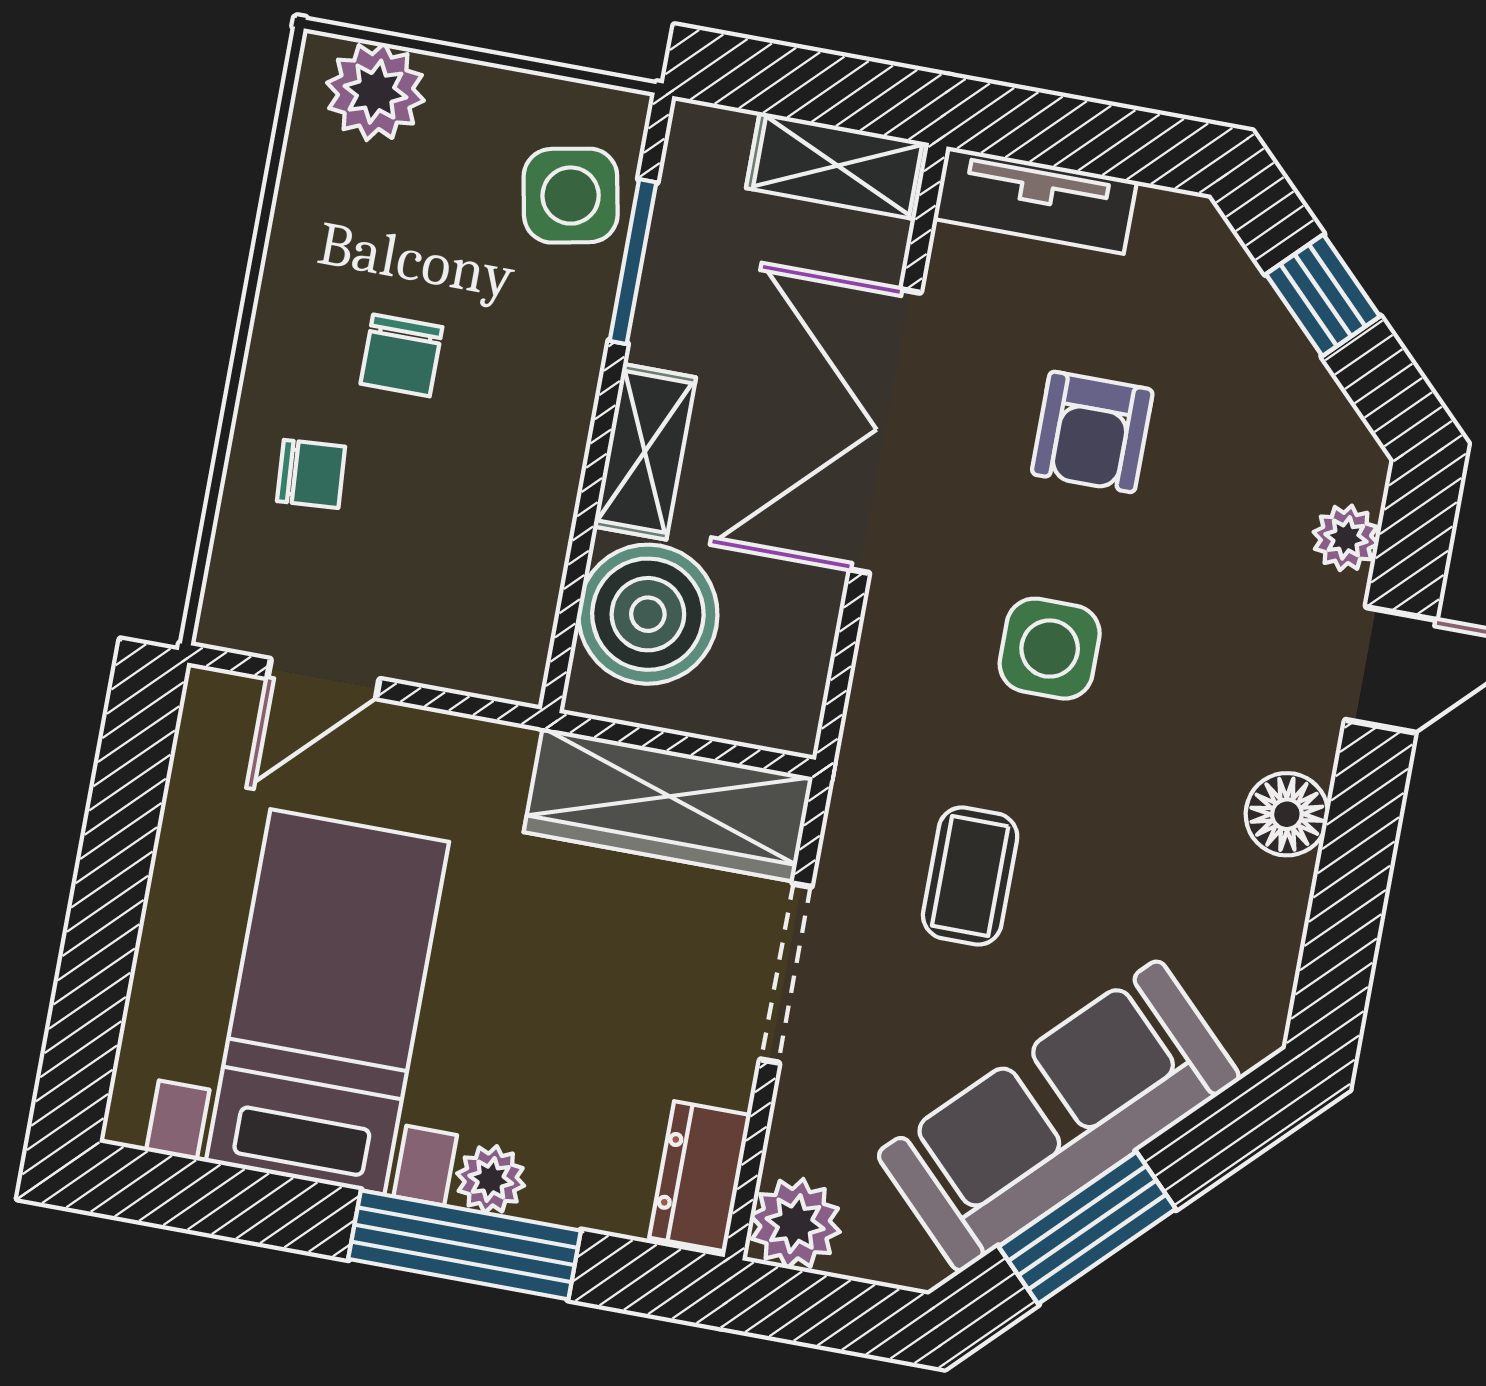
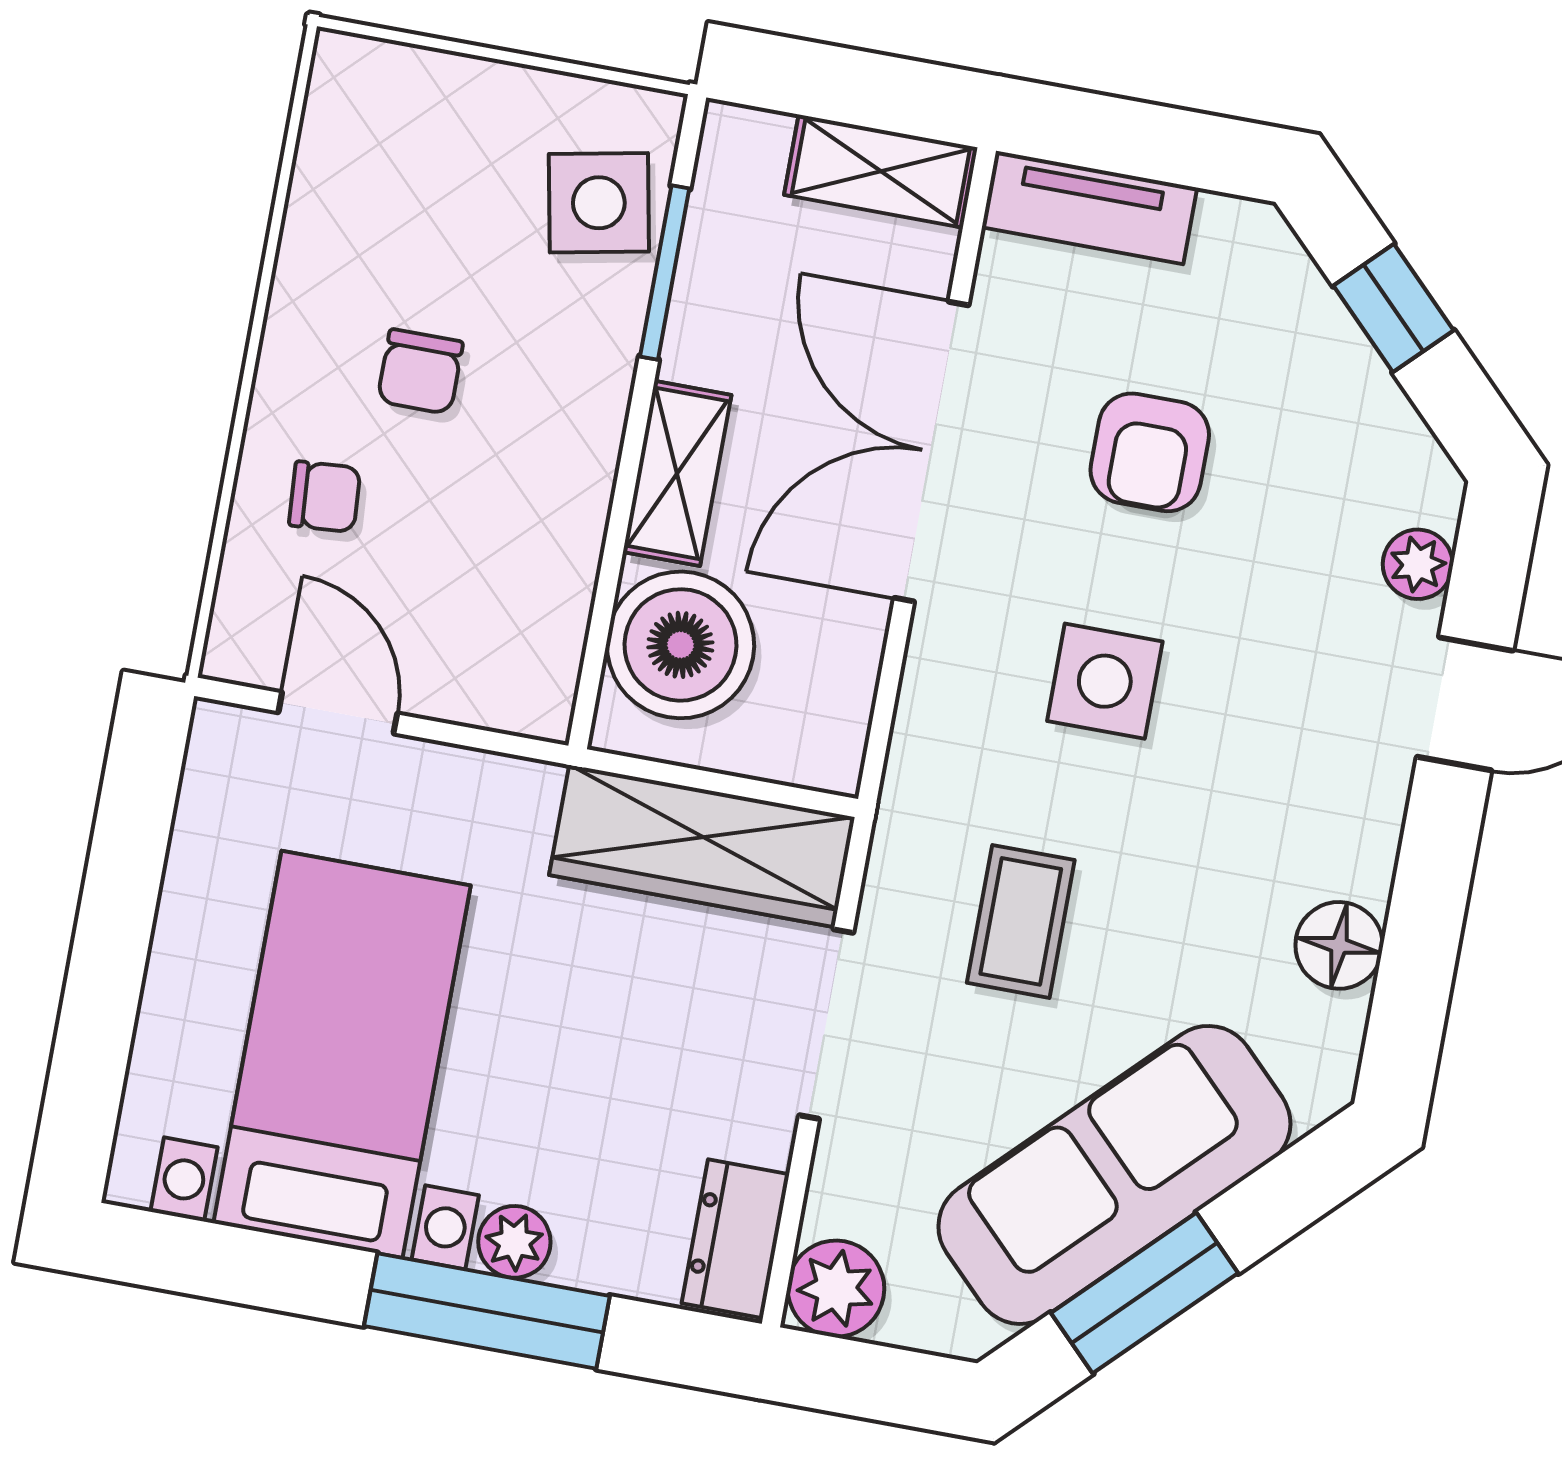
plant: (375, 92) -> (393, 93), removed
door: (323, 679) -> (338, 713), swing flipped
floor lamp: (1287, 814) -> (1339, 945), moved

